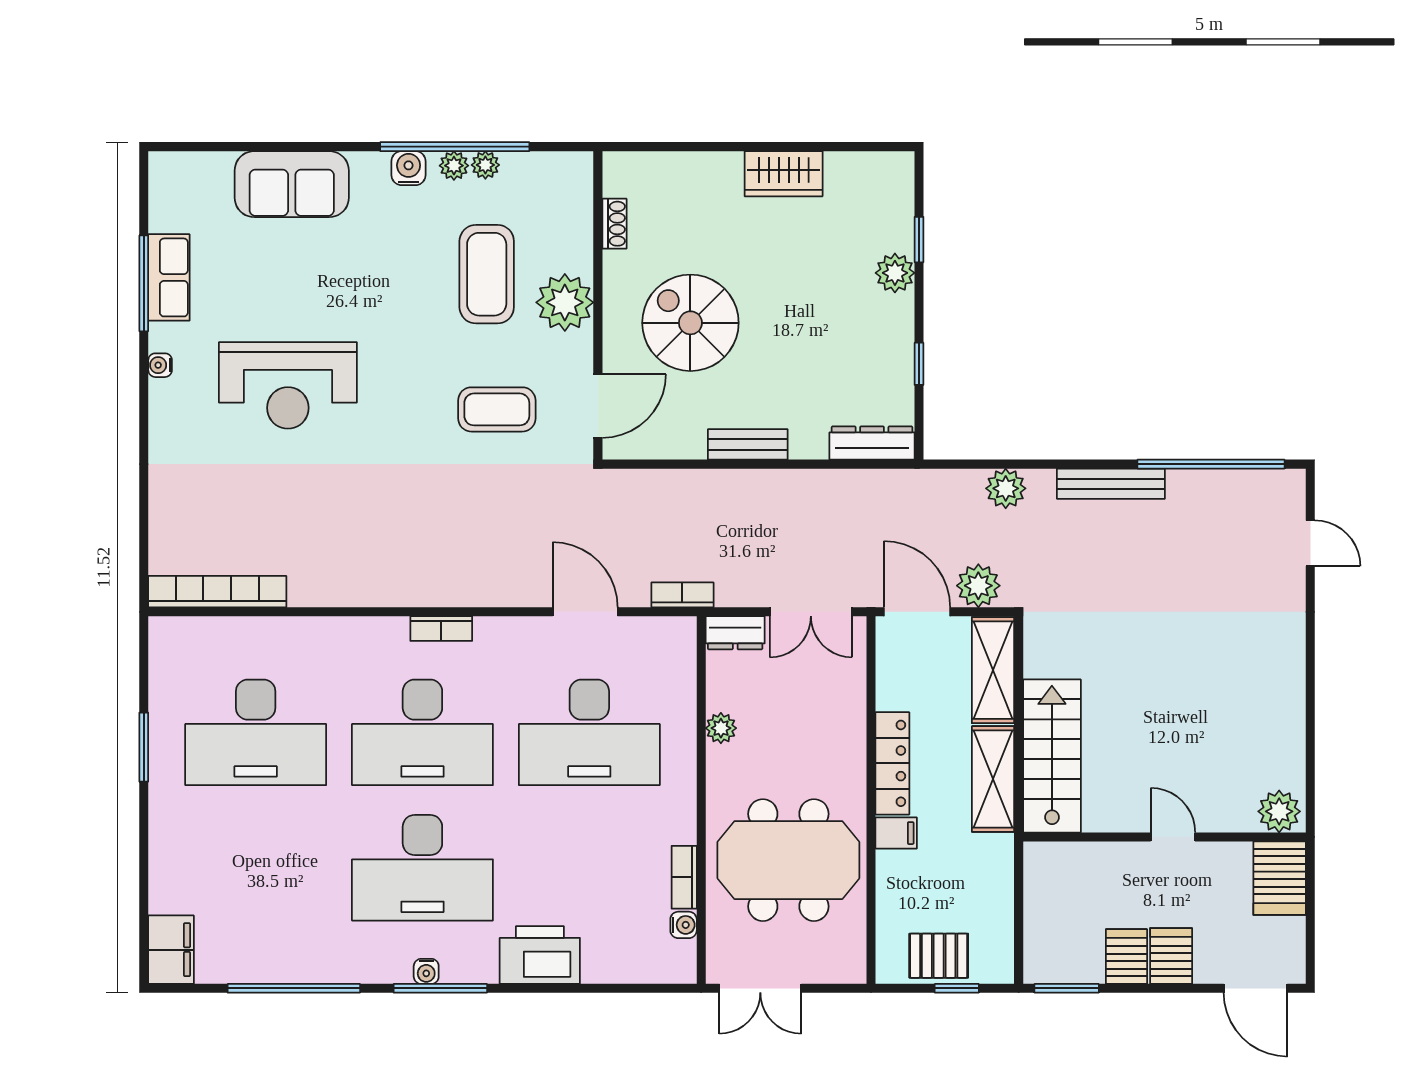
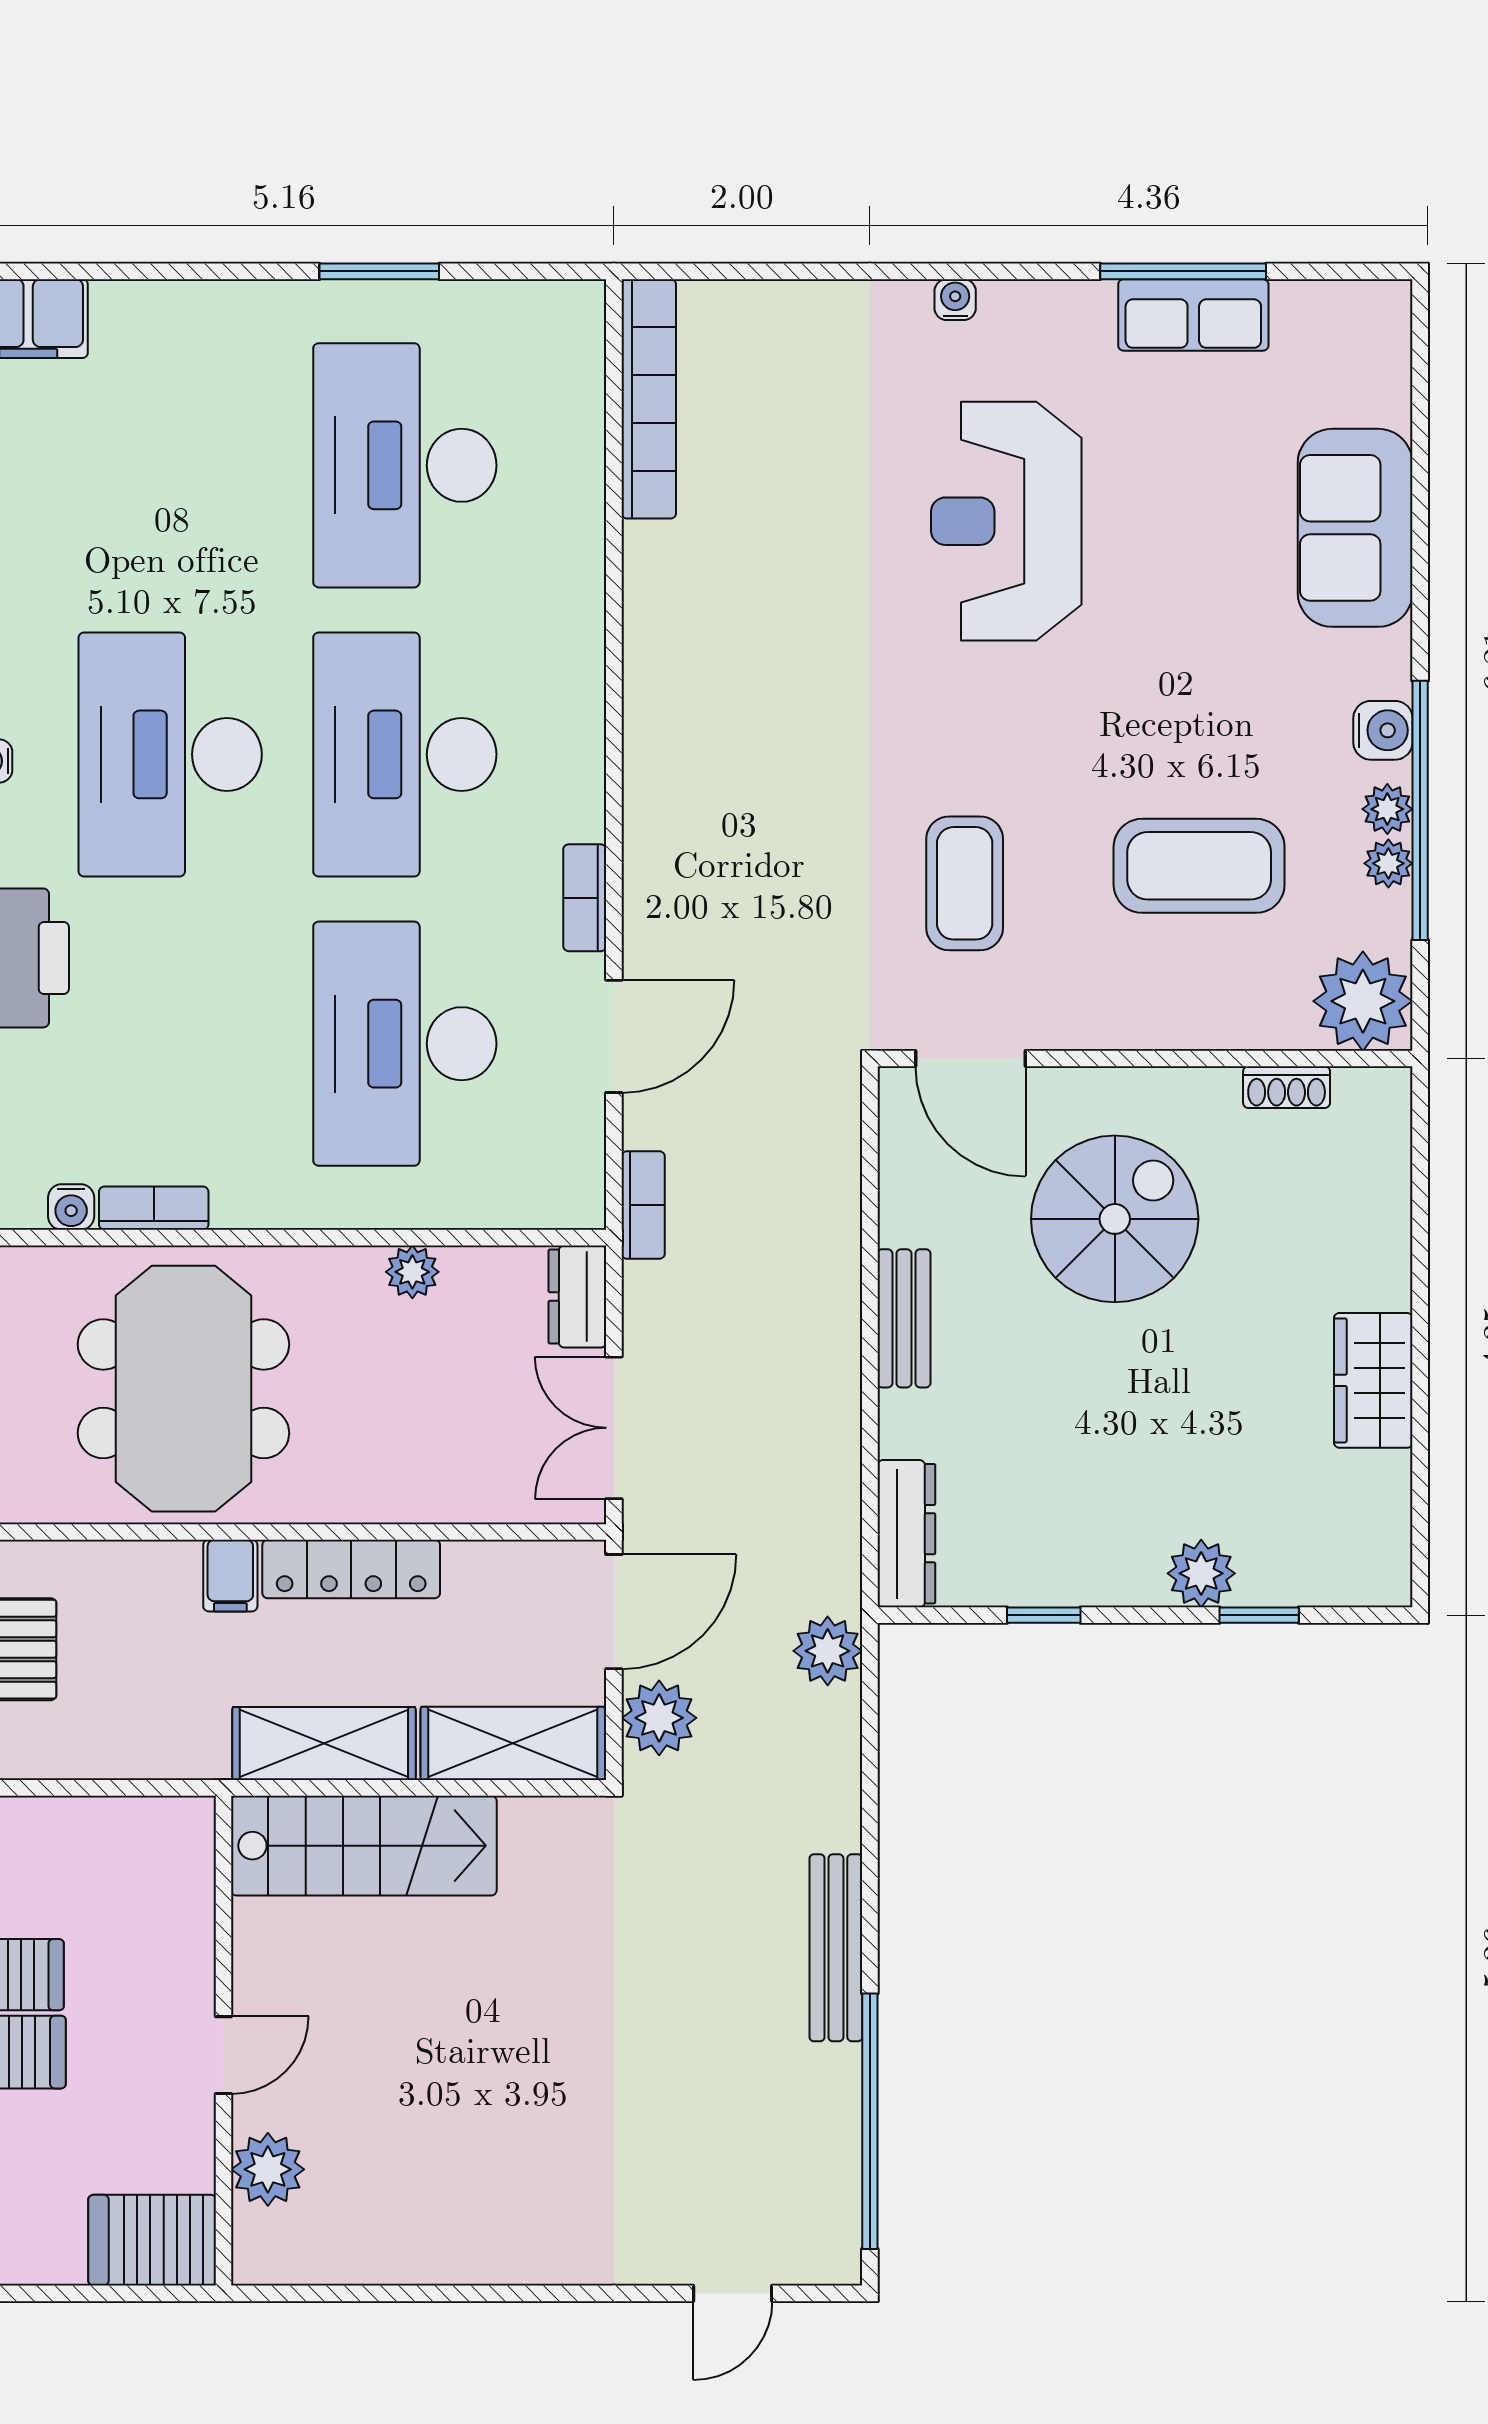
plant: (565, 302) -> (1363, 1001), moved
water cooler: (160, 365) -> (955, 300), moved
plant: (1006, 488) -> (828, 1651), moved
bookcase: (441, 629) -> (585, 898), moved
plant: (1279, 811) -> (268, 2169), moved

